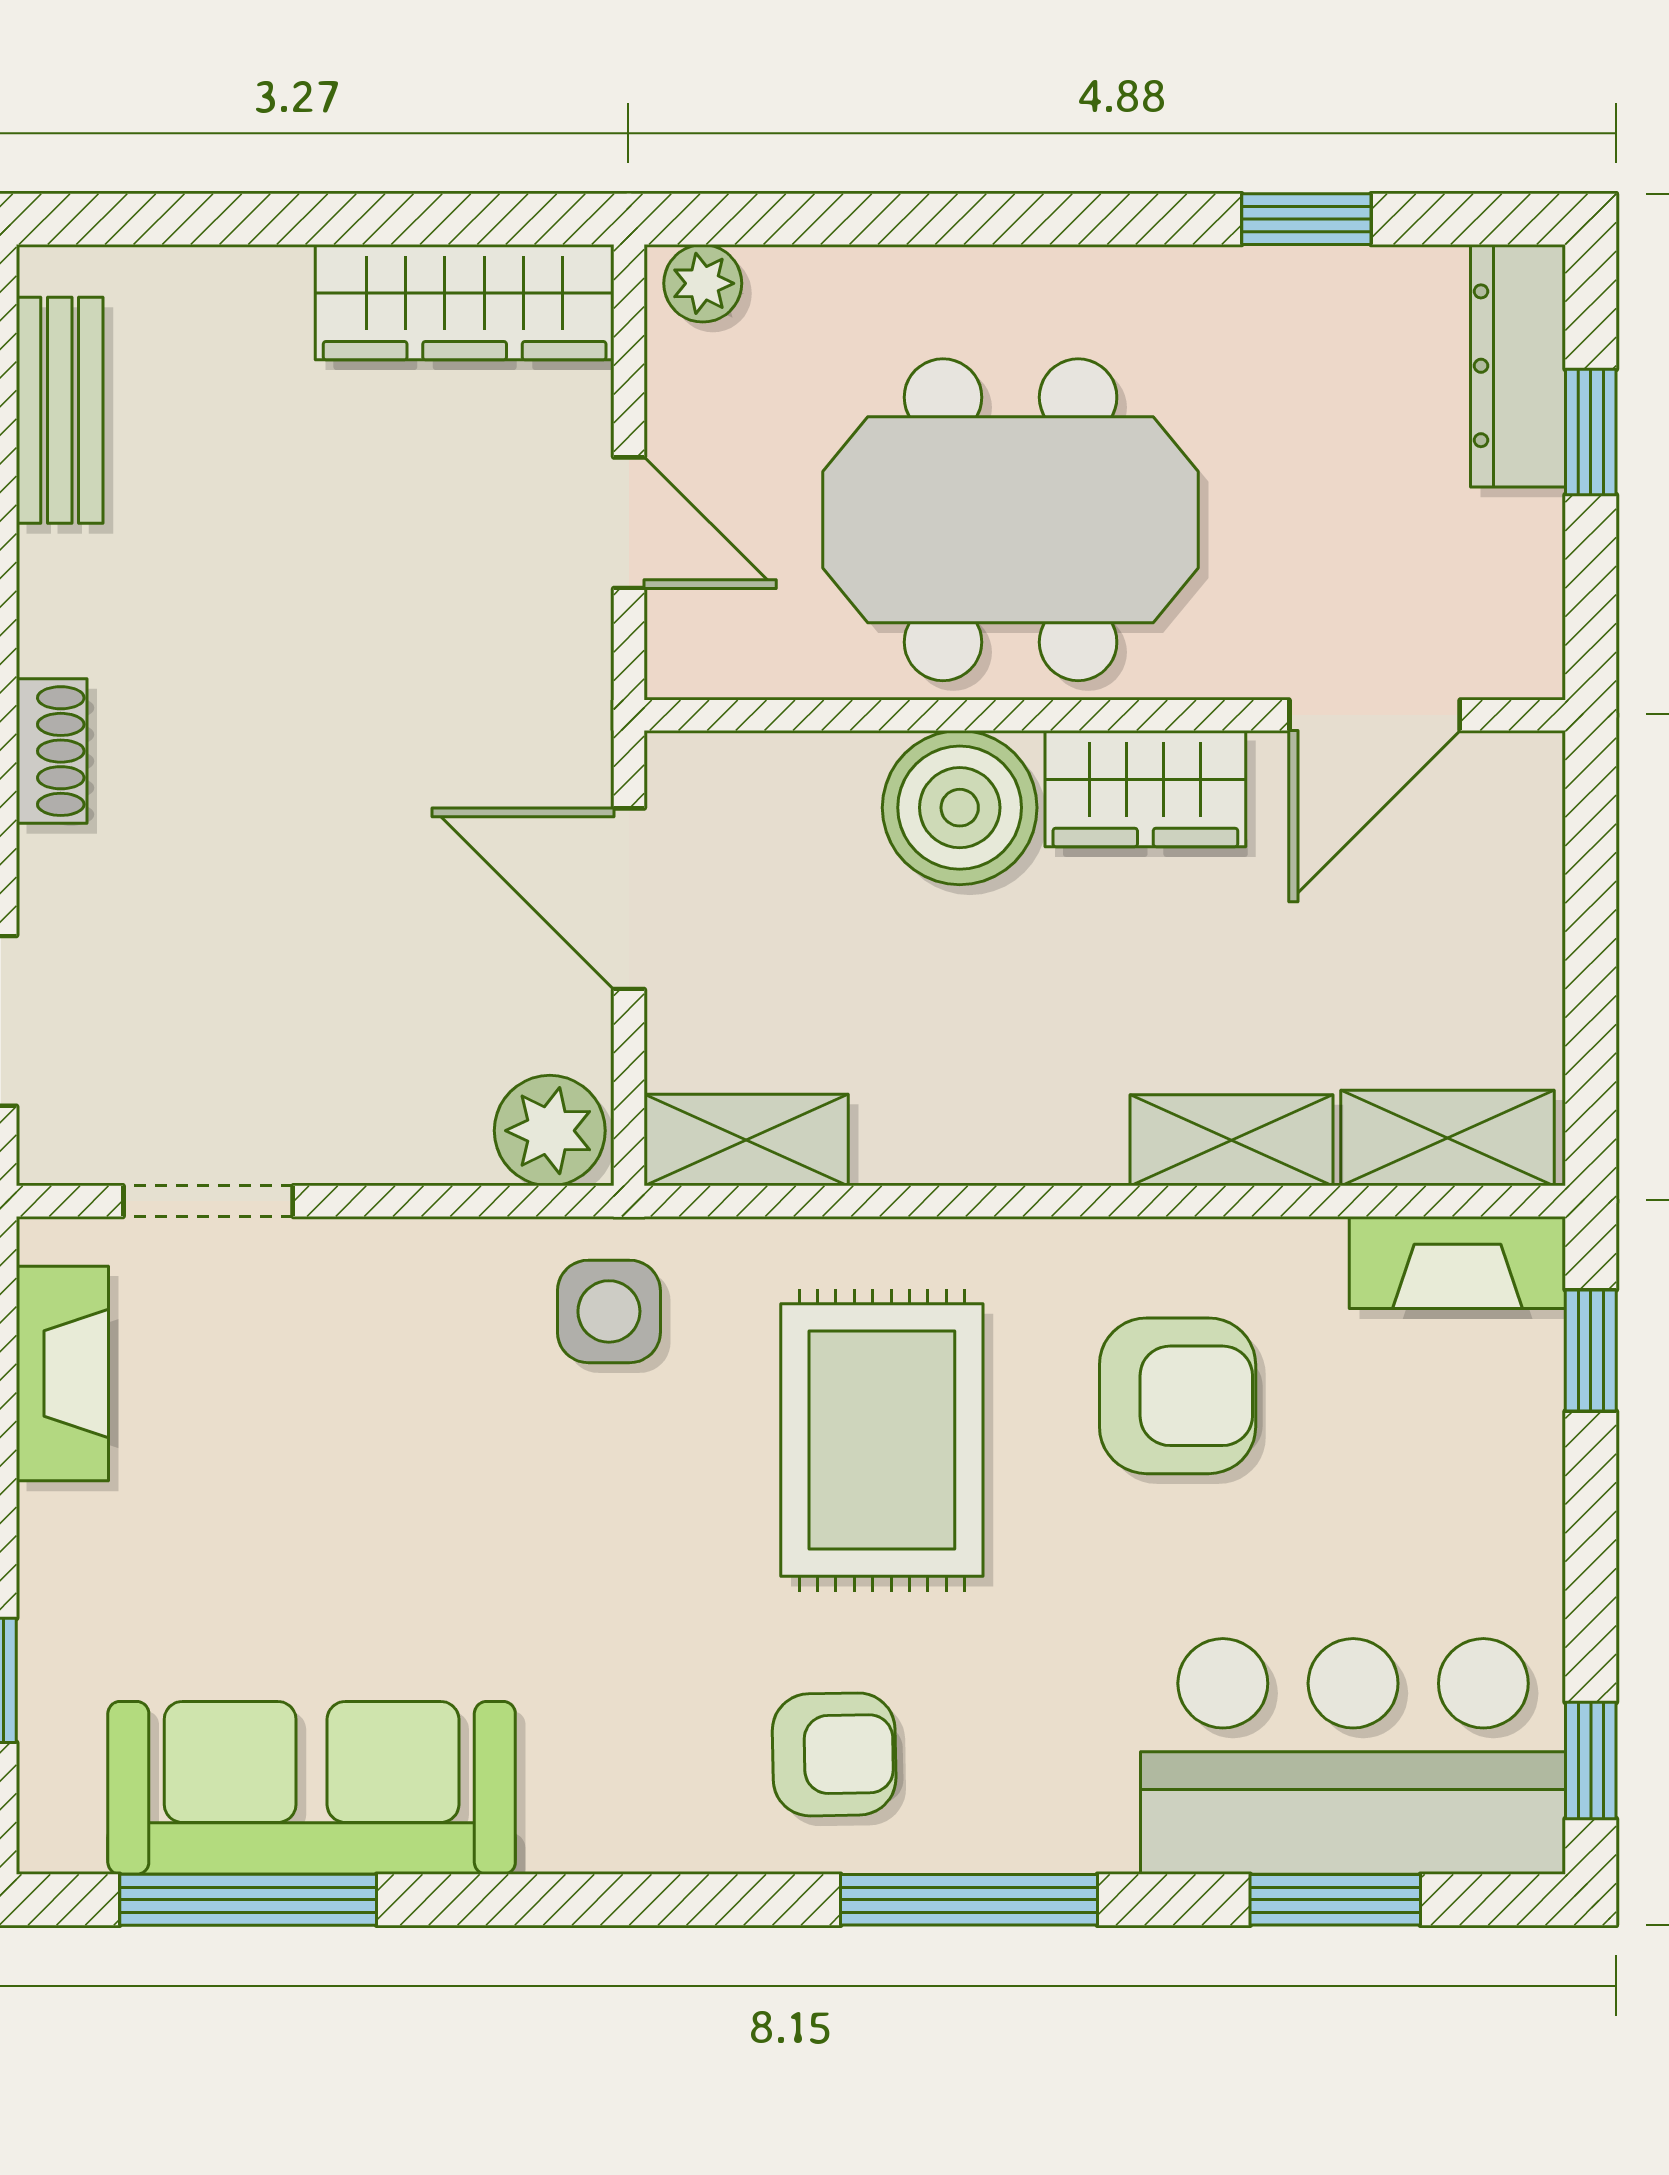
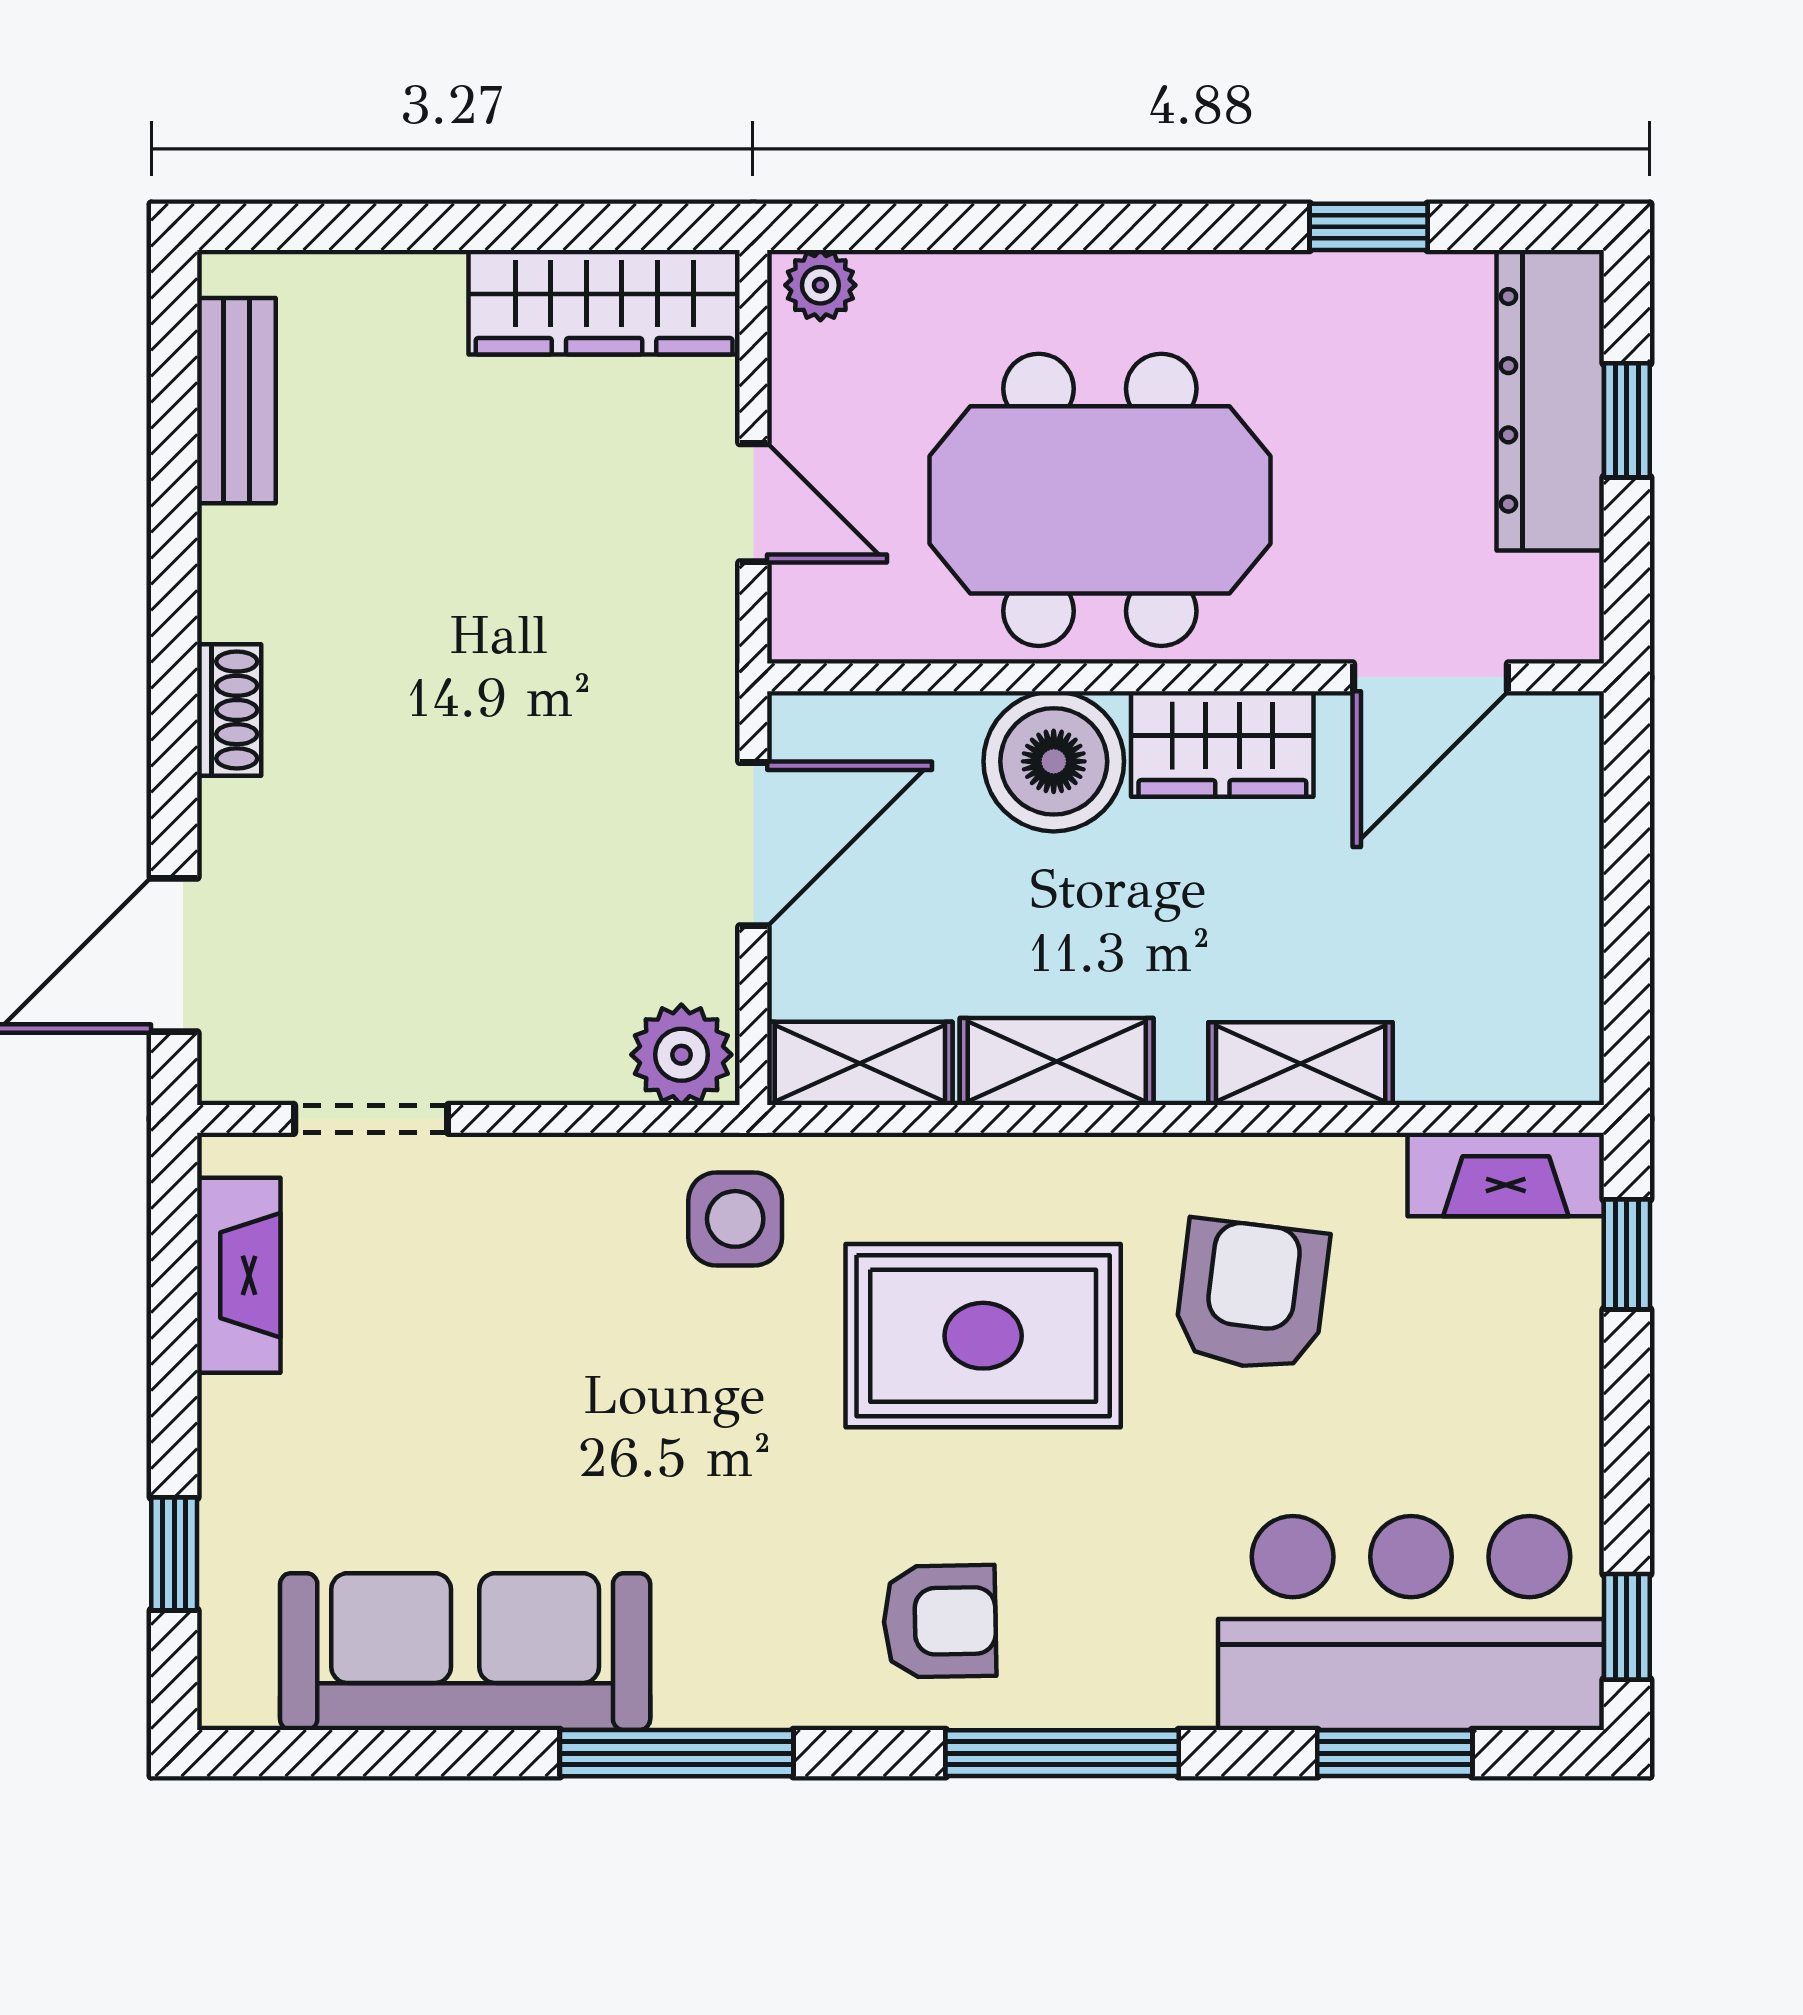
dresser: (1518, 366) -> (1550, 400), width x1.37, depth x1.24
door: (629, 899) -> (753, 844), swing flipped
shelving: (1448, 1138) -> (1057, 1061), moved
armchair: (1178, 1396) -> (1252, 1296), turned -83
rug: (882, 1440) -> (983, 1336), turned 90
window: (248, 1900) -> (677, 1753), moved

